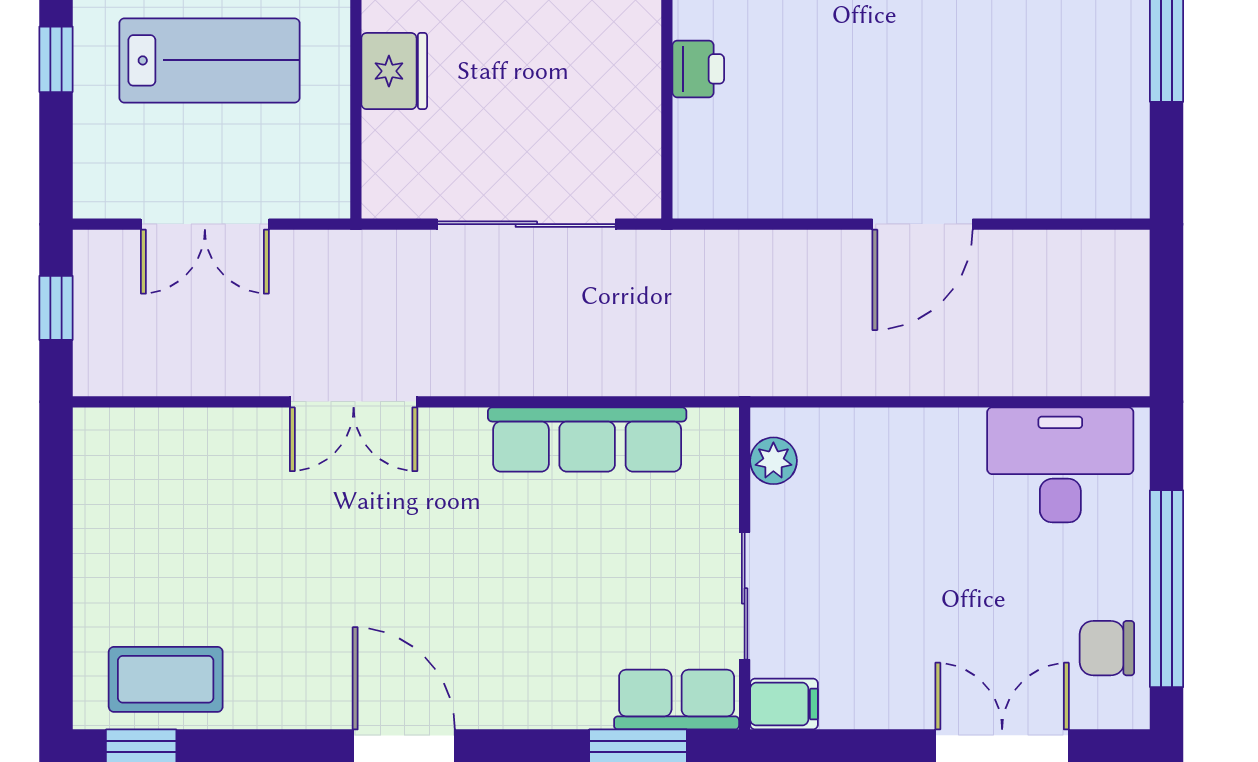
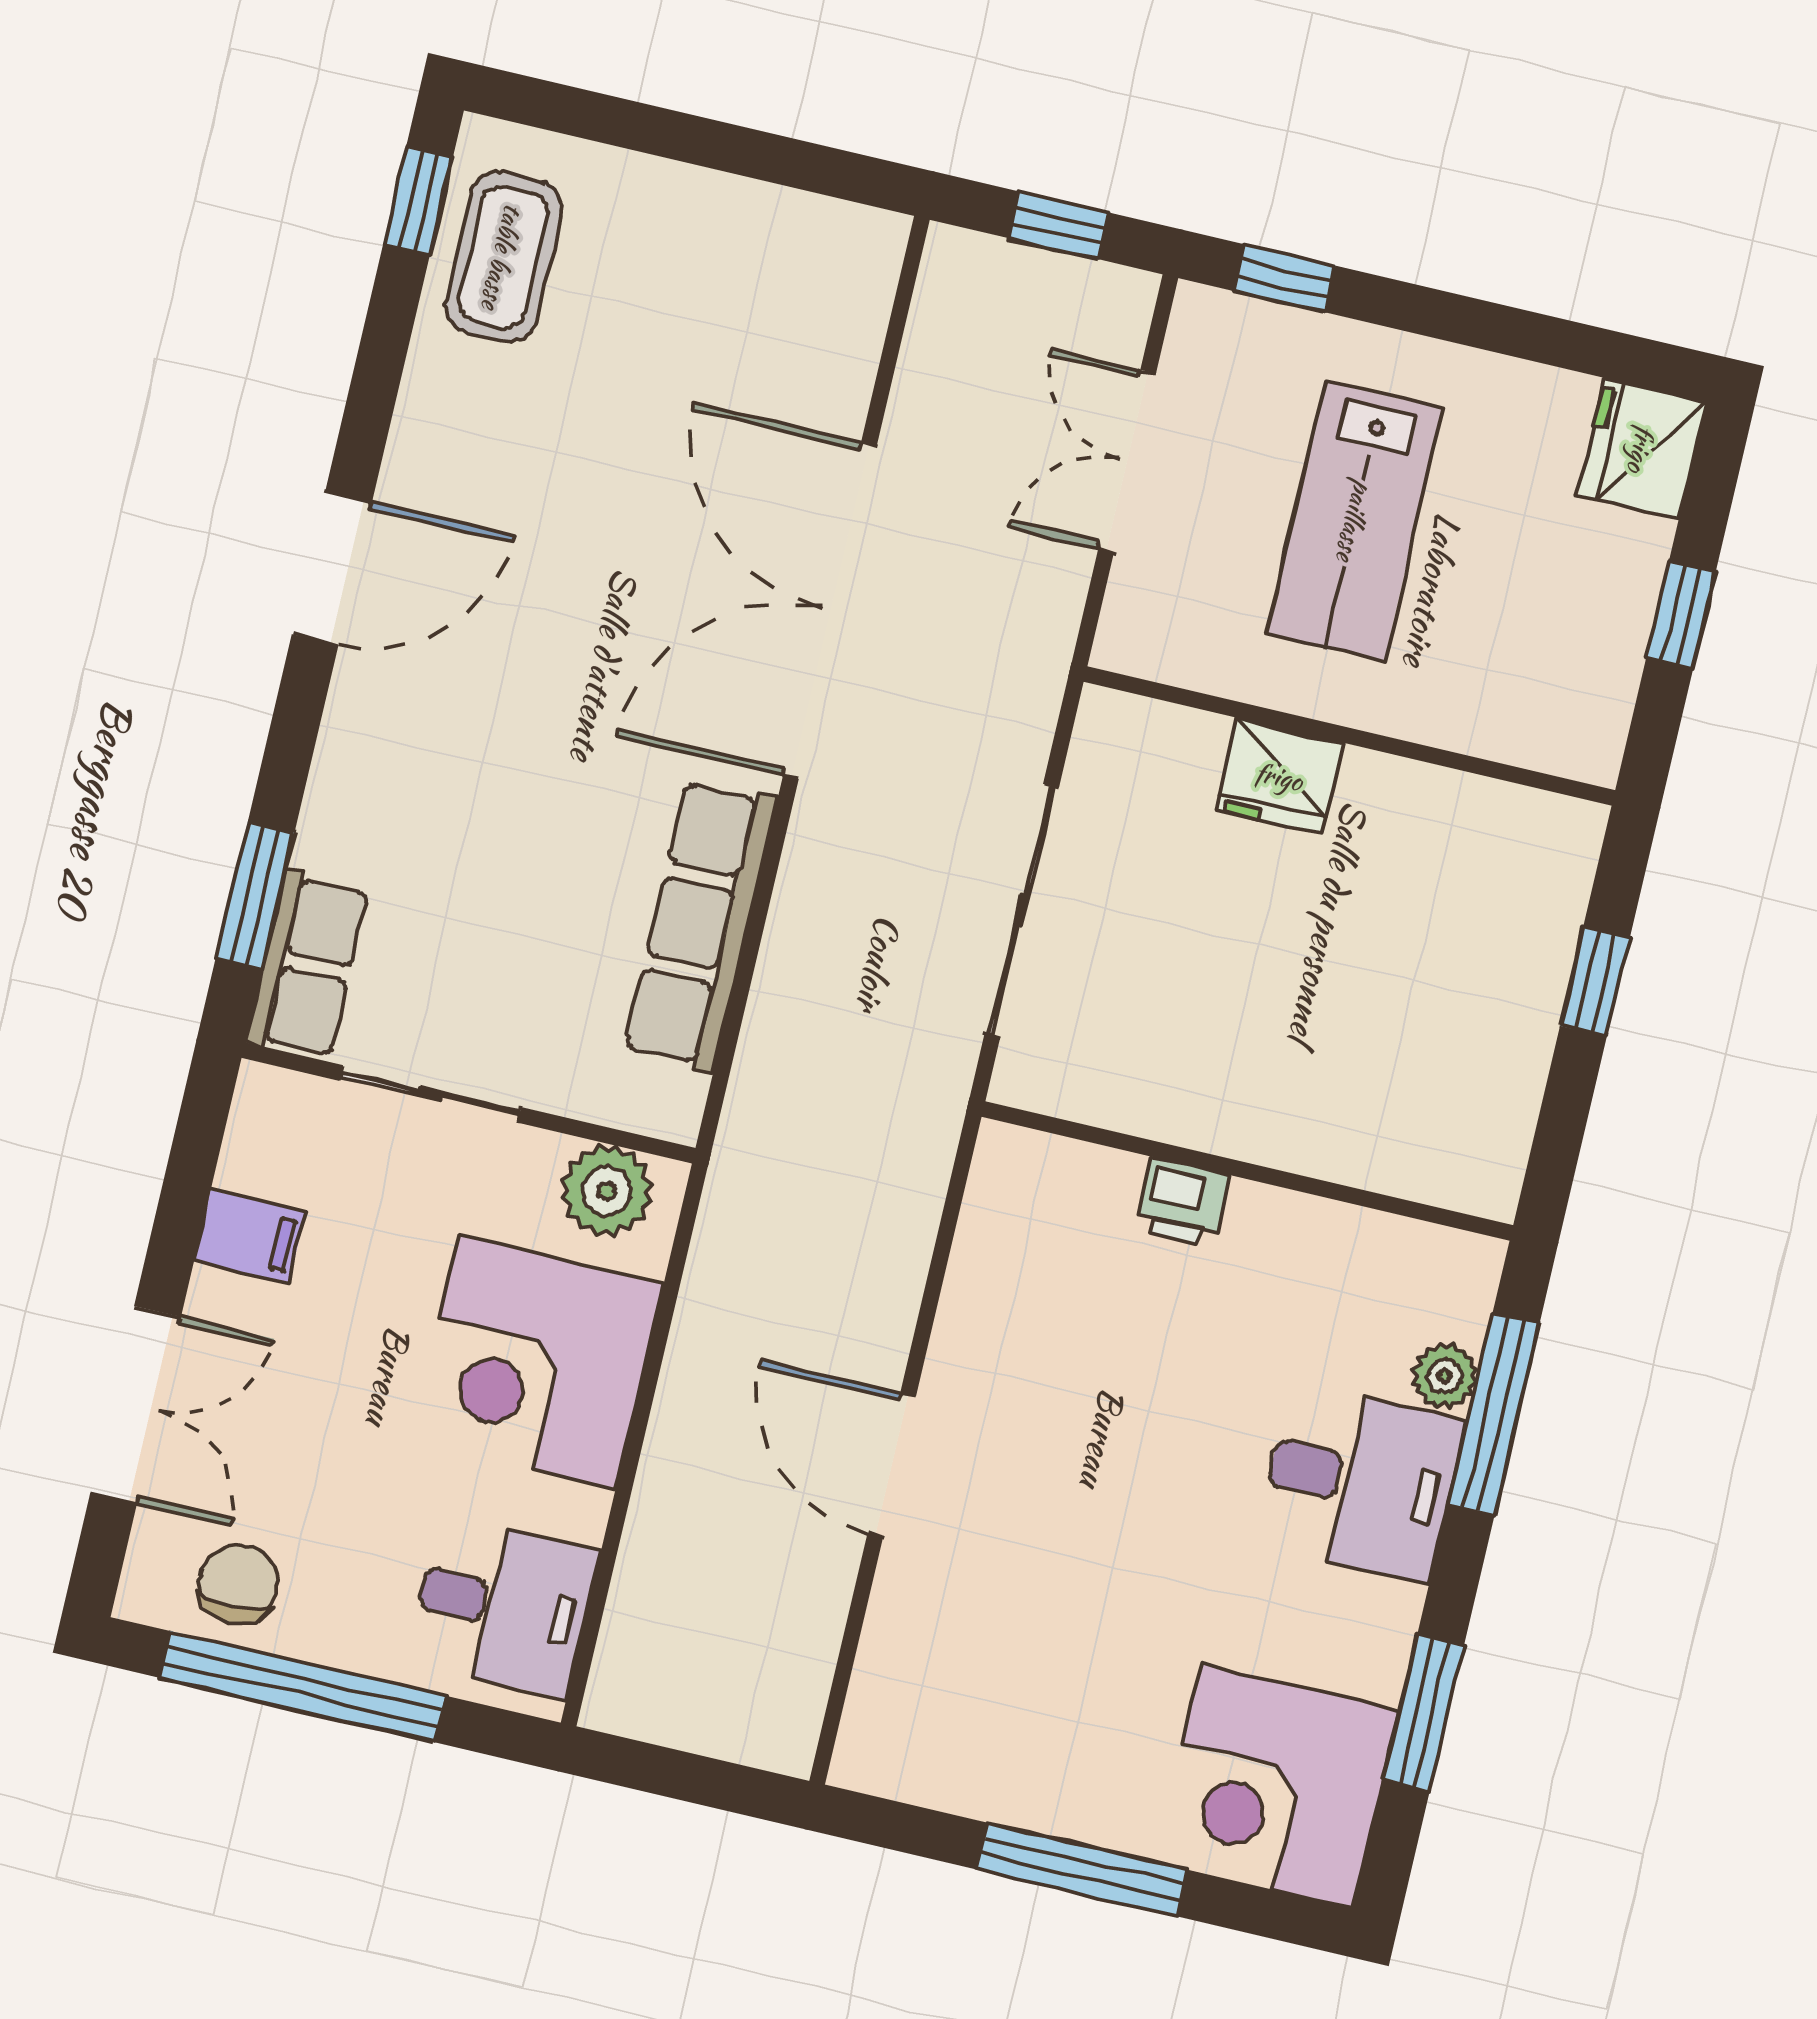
window: (56, 59) -> (1284, 278), moved
double door: (354, 402) -> (830, 611), width x1.87
plant: (773, 461) -> (607, 1191), width x1.38, depth x1.38
desk: (1060, 465) -> (503, 1606), width x0.73
corner desk: (909, 481) -> (537, 1362), added
filing cabinet: (784, 704) -> (250, 1237), moved, turned -90

